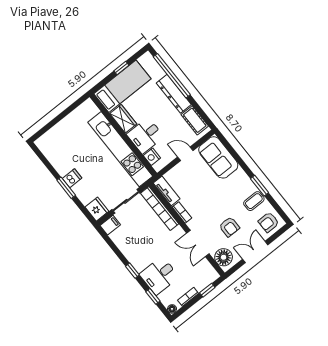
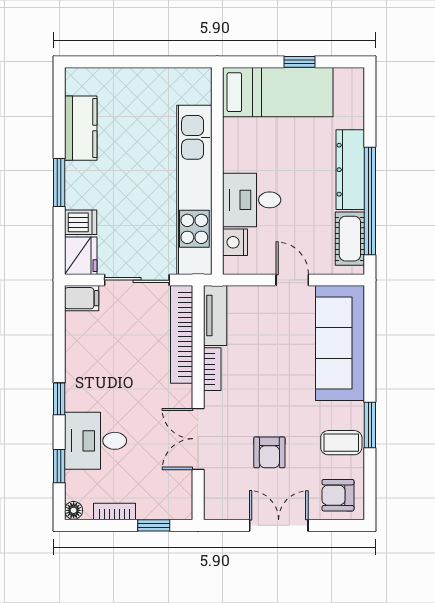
window: (172, 76) -> (370, 201), moved
wardrobe: (123, 119) -> (238, 145), removed
sofa: (218, 157) -> (340, 343), width x1.36
kitchen counter: (58, 160) -> (81, 128), added
dishwasher: (72, 178) -> (81, 222), moved
floor lamp: (224, 257) -> (221, 494), removed

